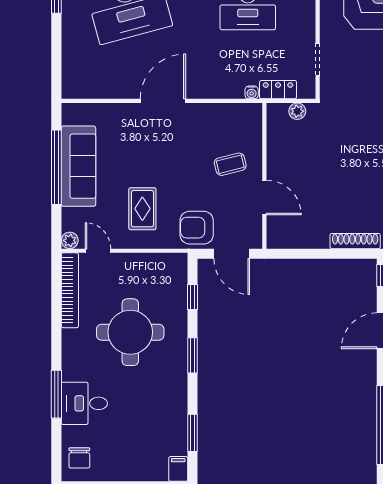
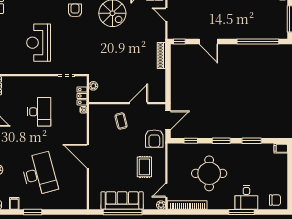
rug: (142, 209) -> (144, 167), turned 90
window: (192, 433) -> (252, 141), moved

